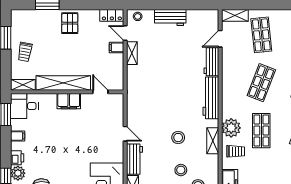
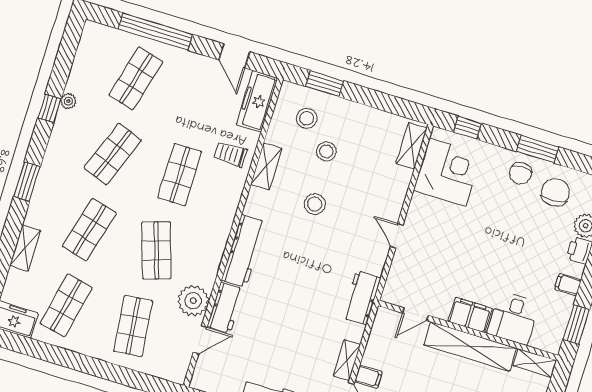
shelving: (235, 15) -> (165, 370), removed
shop shelf: (261, 83) -> (156, 250), turned -39
door: (100, 92) -> (415, 314), hinge flipped
desk: (24, 106) -> (513, 318), moved, turned 90
plant: (231, 128) -> (193, 301), moved
shelving: (213, 141) -> (266, 166), moved
workbench: (135, 159) -> (361, 298), moved

